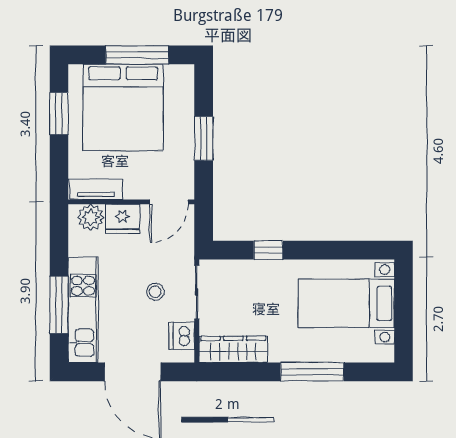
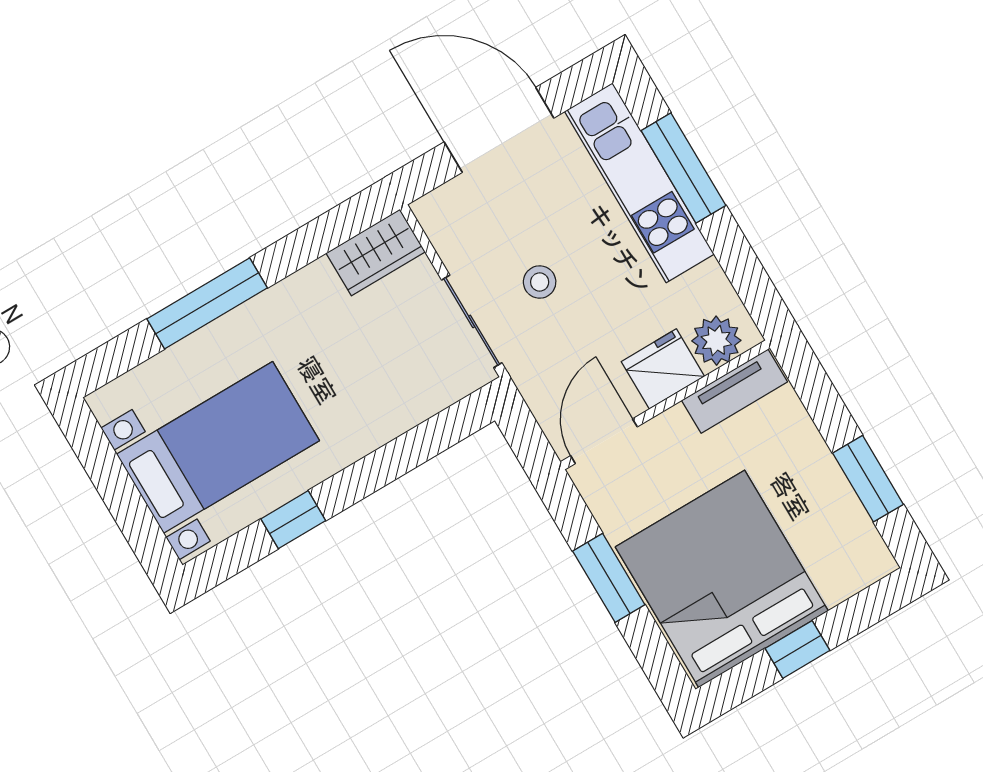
window: (137, 55) -> (797, 649), width x0.46
bed: (123, 107) -> (722, 579), moved
window: (268, 250) -> (293, 520), moved
dishwasher: (182, 336) -> (454, 236), removed
wardrobe: (233, 349) -> (376, 253), width x0.67

